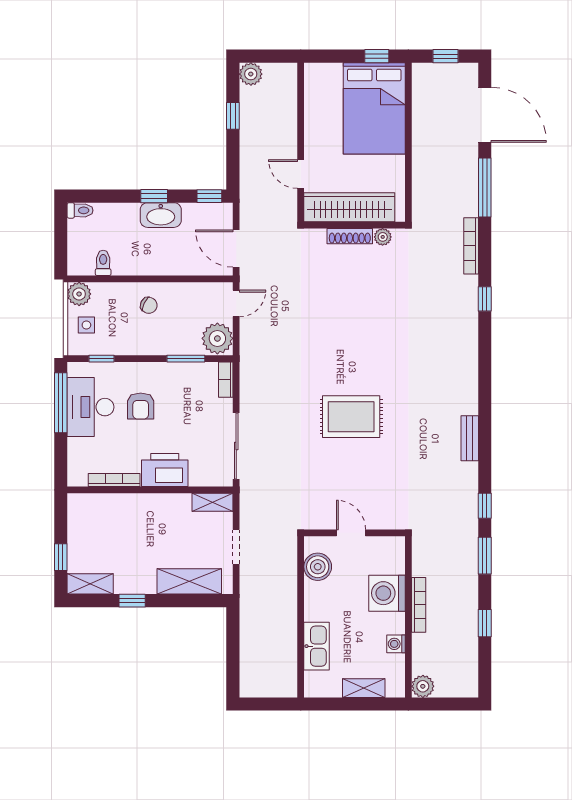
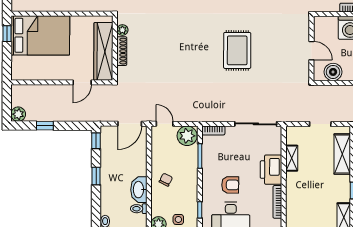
washbasin: (161, 215) -> (139, 190), moved, turned 180
shelving: (212, 502) -> (292, 158), moved
door: (351, 533) -> (311, 51), swing flipped

